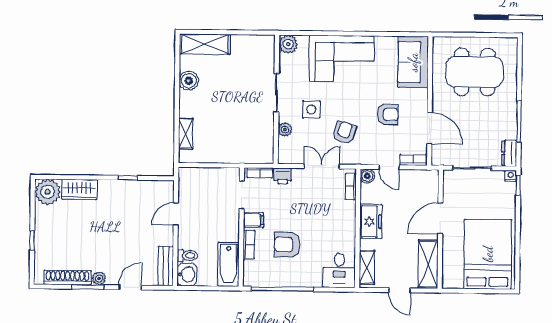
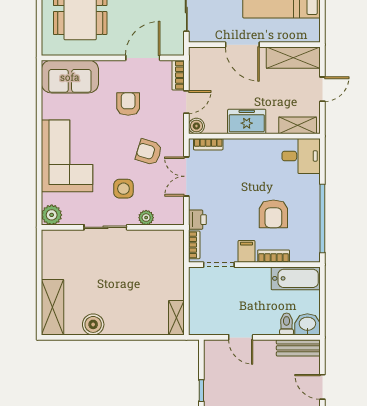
shelving: (186, 134) -> (176, 318), moved, turned 90

